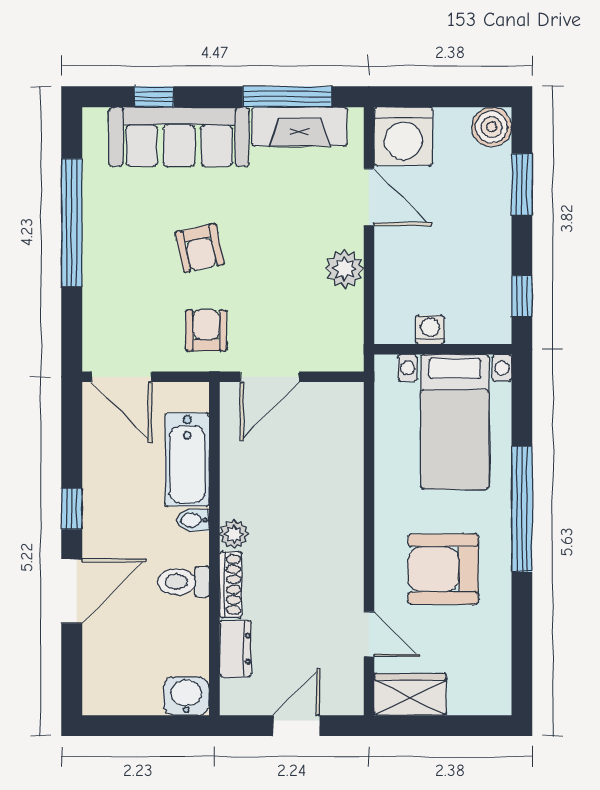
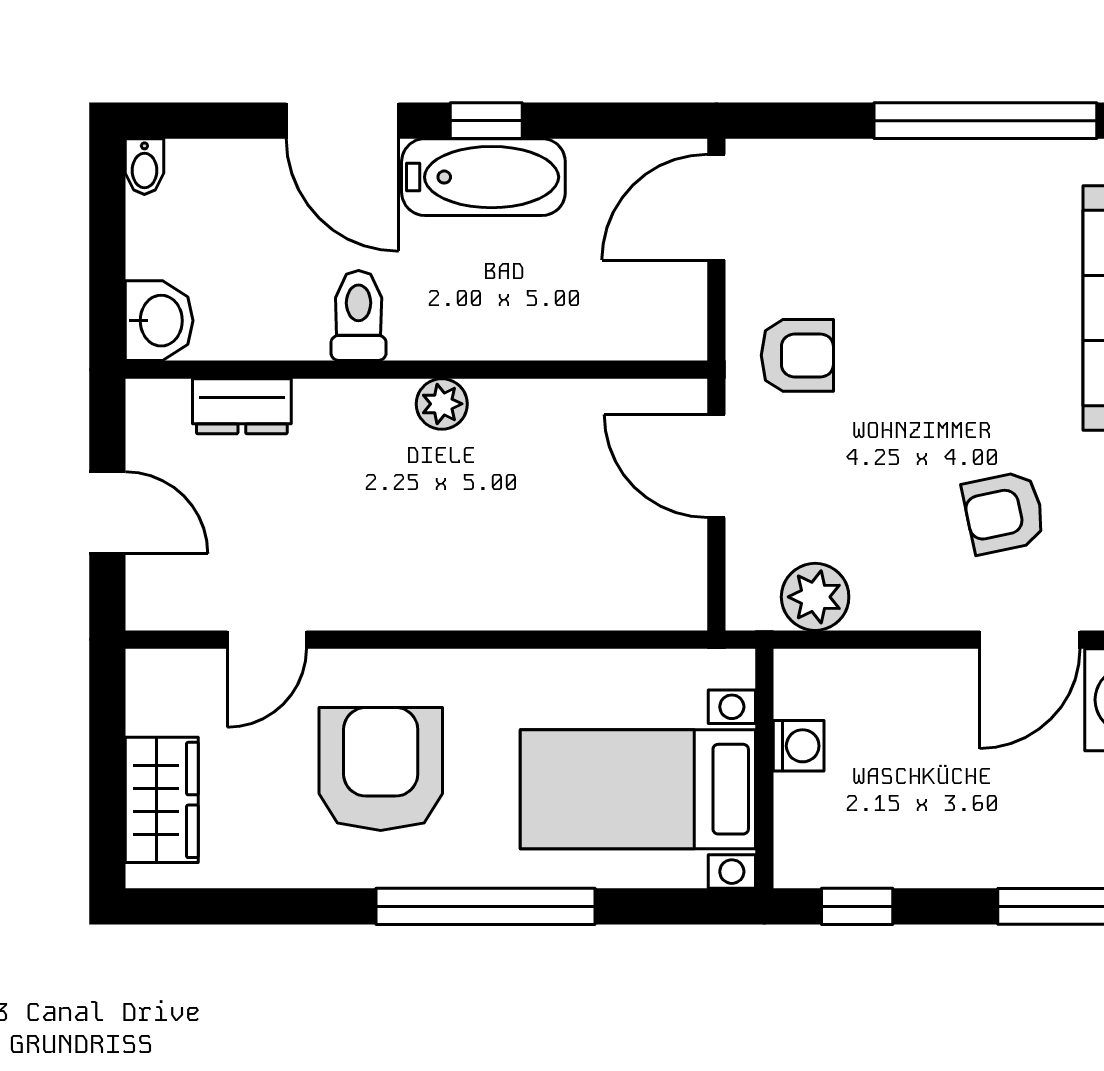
armchair: (200, 248) -> (1004, 513), moved
plant: (345, 269) -> (815, 597), moved
bathtub: (187, 460) -> (483, 177), moved, turned 180
bidet: (193, 520) -> (144, 167), moved, turned 180
shoe rack: (231, 585) -> (354, 398), removed
wardrobe: (410, 694) -> (162, 800), moved

